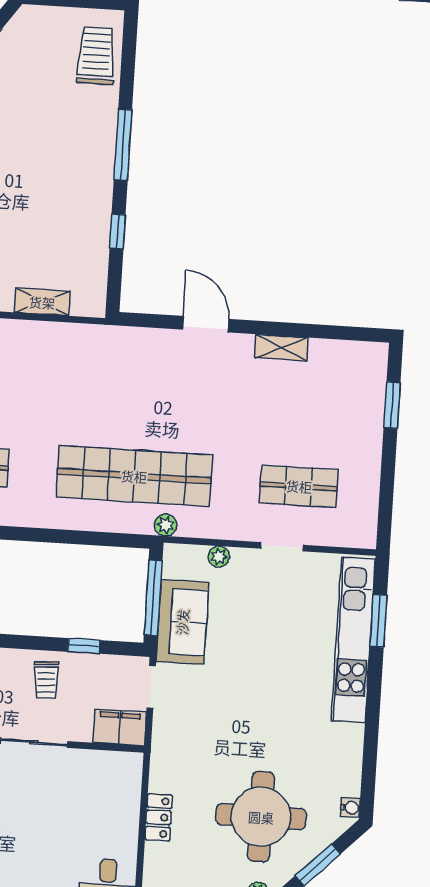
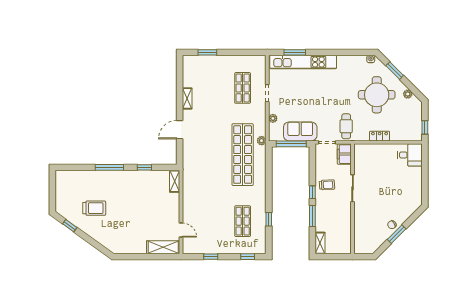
trolley: (96, 56) -> (94, 208), moved, turned 180
shelving: (42, 302) -> (175, 181), moved
window: (84, 646) -> (312, 192), moved
cafe table: (188, 736) -> (346, 126), added

